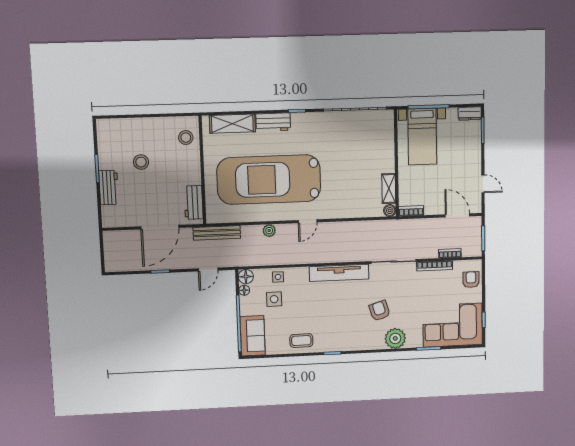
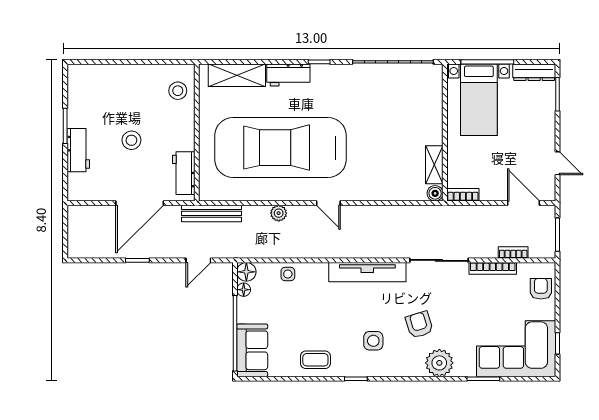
dresser: (470, 113) -> (534, 72), width x1.44
stool: (141, 162) -> (131, 140), moved
door: (308, 221) -> (328, 203), hinge flipped
side table: (274, 299) -> (373, 341), moved

